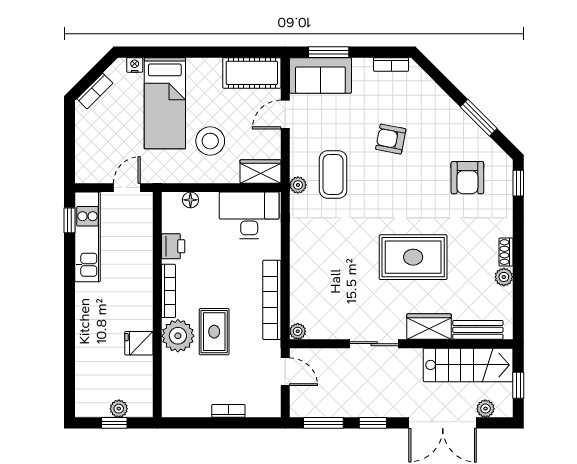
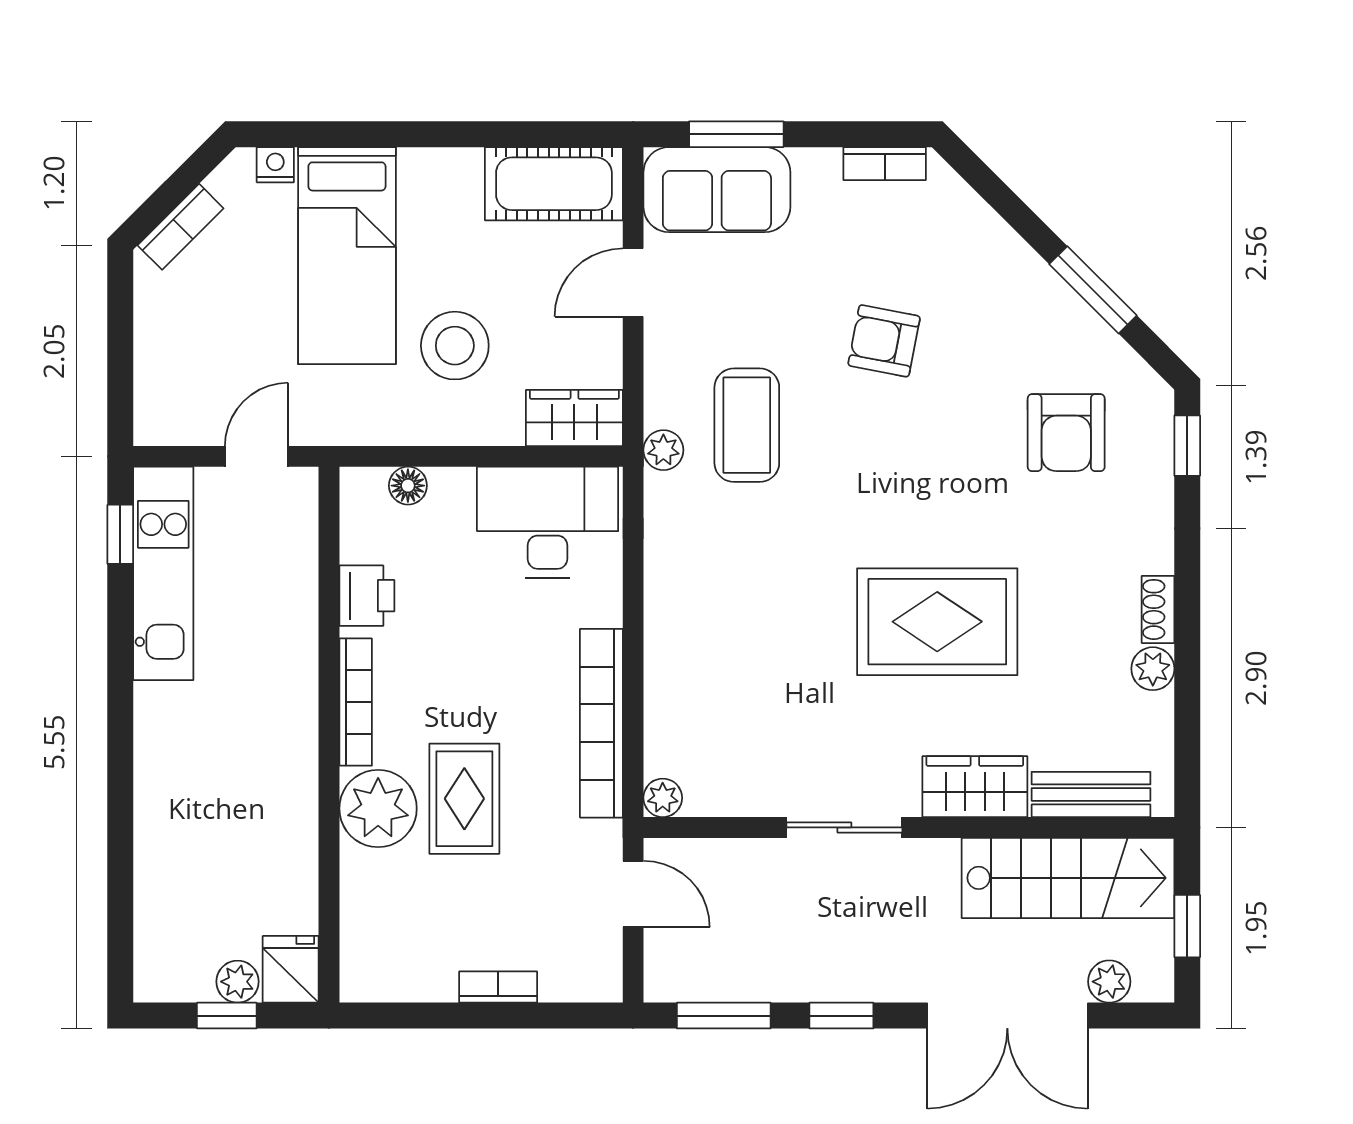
fridge: (139, 343) -> (291, 969), moved, turned 90

